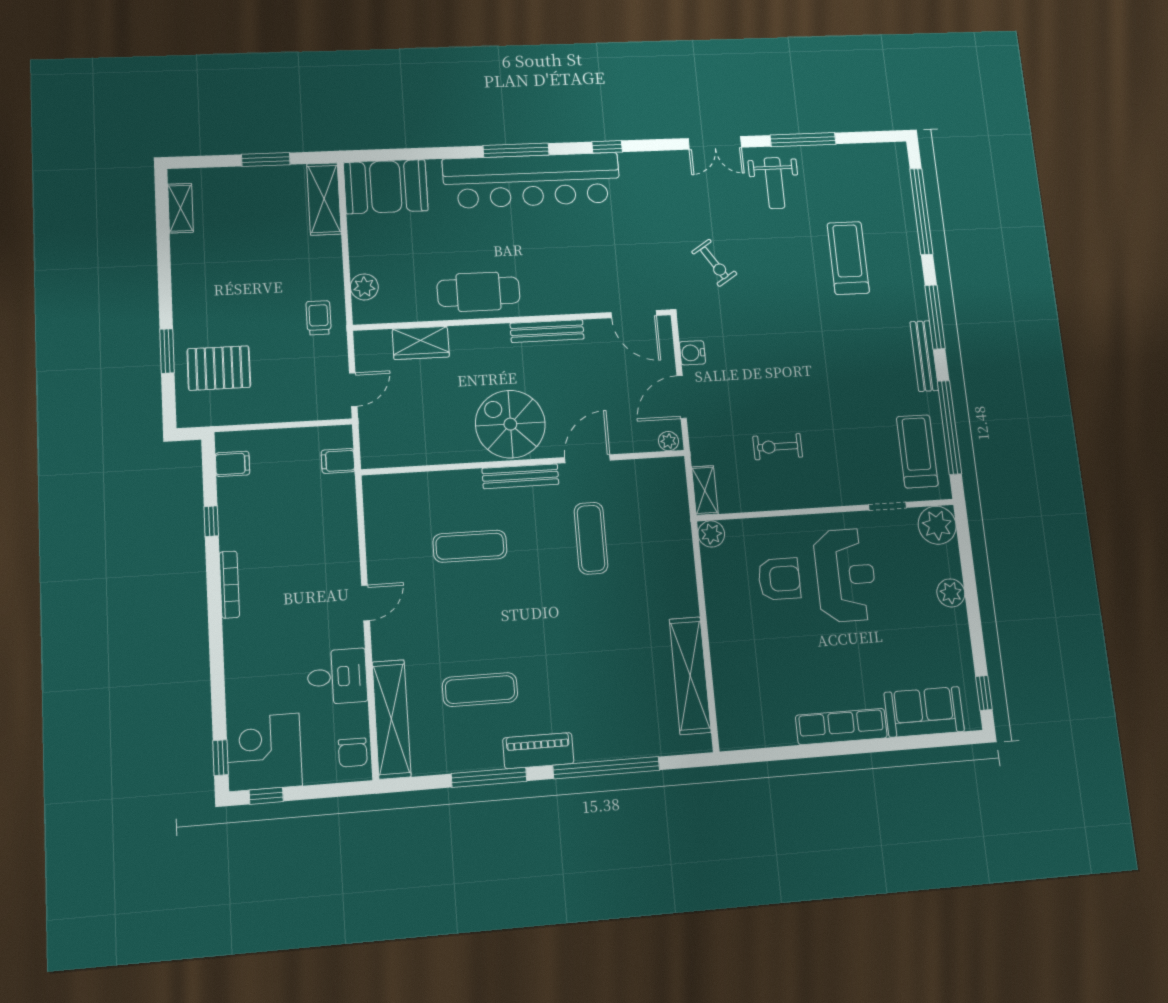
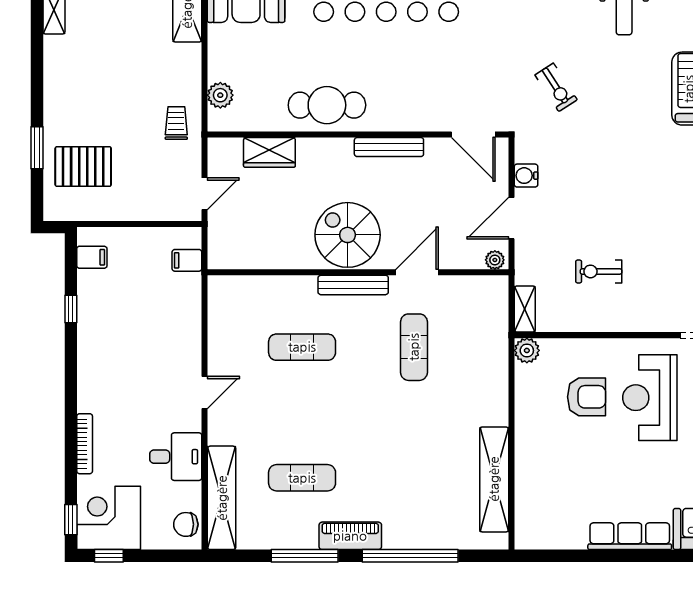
reception desk: (845, 575) -> (650, 398), turned 180
bookcase: (229, 585) -> (85, 444), moved
chair: (353, 752) -> (186, 524), turned 90

